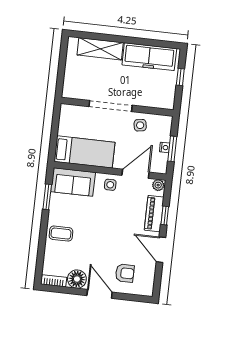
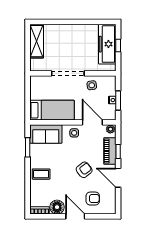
shelving: (100, 49) -> (37, 41), moved, turned 90
freezer: (149, 57) -> (107, 44), moved, turned 90
door: (135, 174) -> (92, 122), hinge flipped
armchair: (118, 234) -> (84, 170), added

